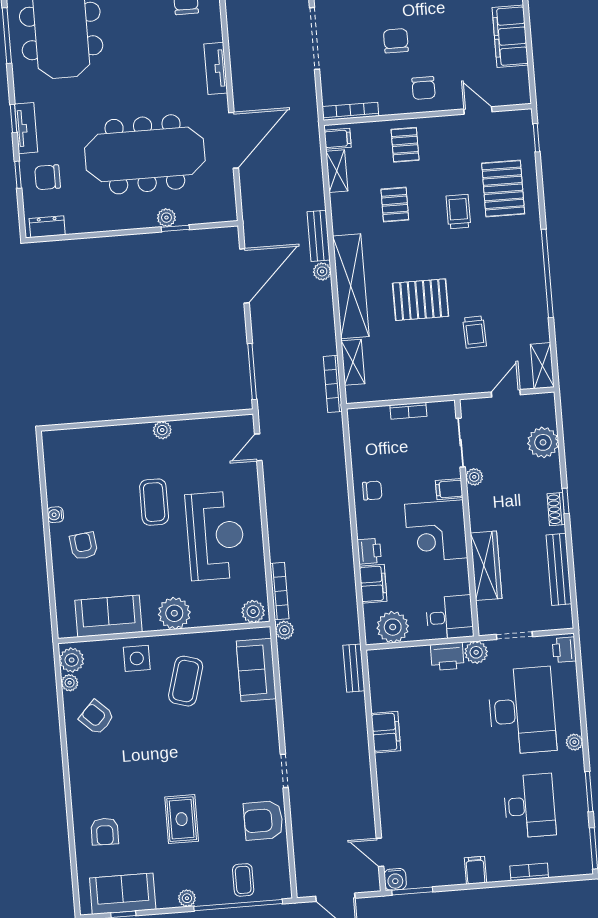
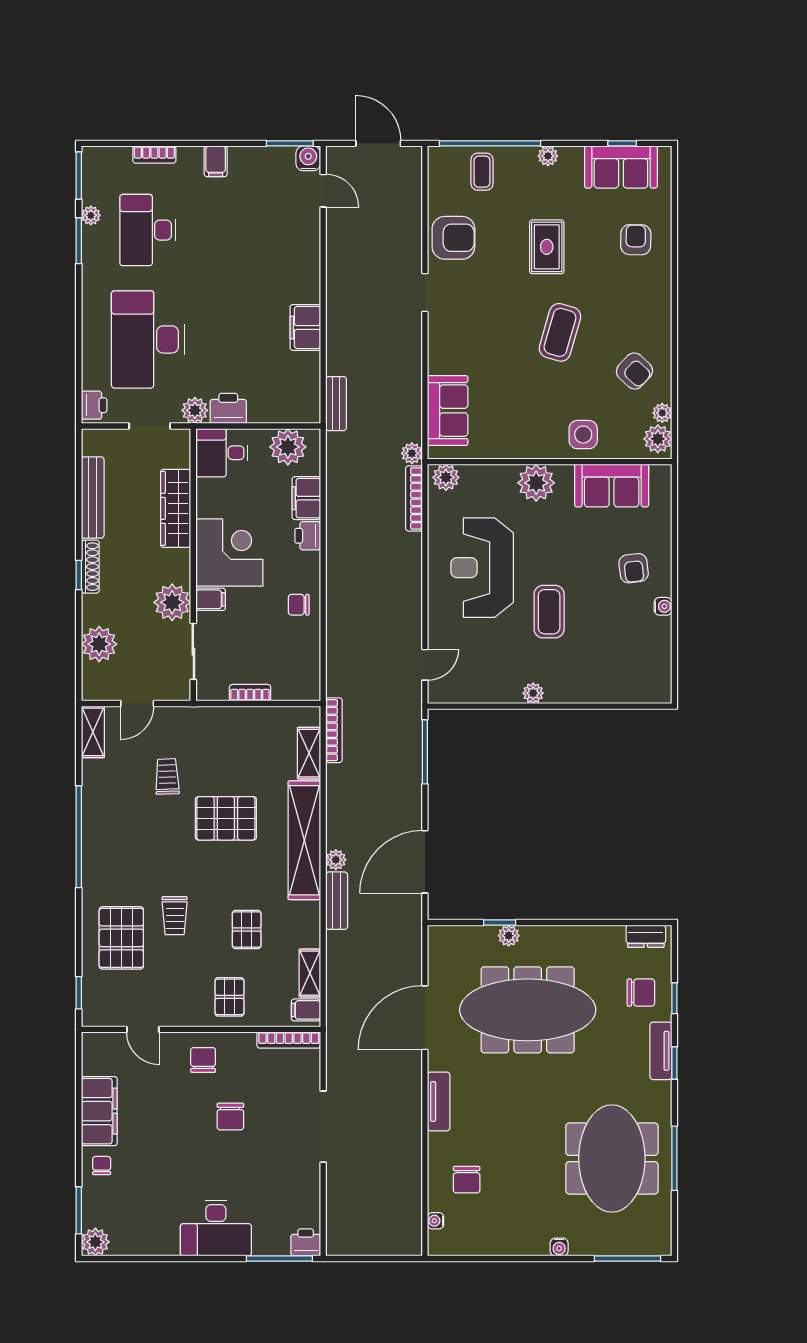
plant: (474, 477) -> (172, 602), width x1.87, depth x1.87
shoe rack: (556, 509) -> (90, 567), width x1.43
coffee table: (186, 681) -> (560, 332), moved
plant: (574, 742) -> (91, 215), moved

